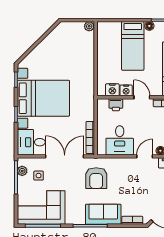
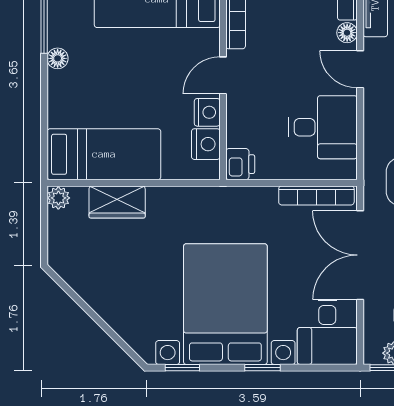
bed: (133, 46) -> (104, 154), moved
wardrobe: (87, 52) -> (117, 202), added
printer: (116, 105) -> (240, 164), moved

